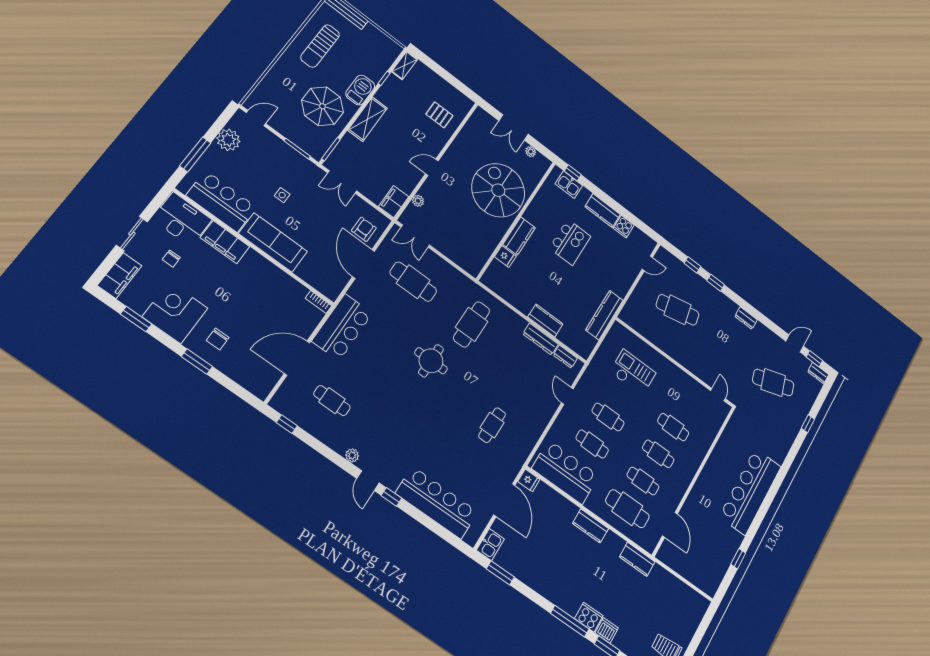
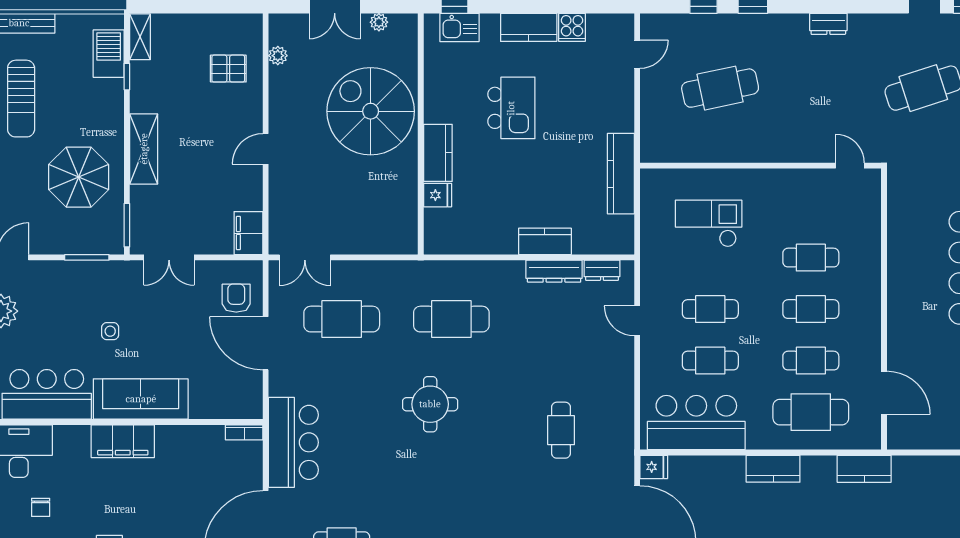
barbecue: (360, 90) -> (109, 54), moved
plant: (418, 201) -> (278, 56), moved
filing cabinet: (225, 242) -> (123, 441), moved
cafe table: (472, 324) -> (451, 319), turned 90

